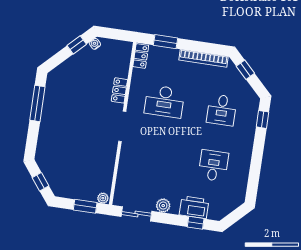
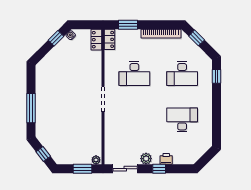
locker: (119, 90) -> (96, 40), moved
window: (37, 103) -> (31, 108), moved
desk: (222, 110) -> (182, 74), width x1.37
desk: (213, 166) -> (182, 120), width x1.37
printer: (194, 207) -> (166, 159), width x0.53, depth x0.68
window: (196, 223) -> (159, 169), moved

